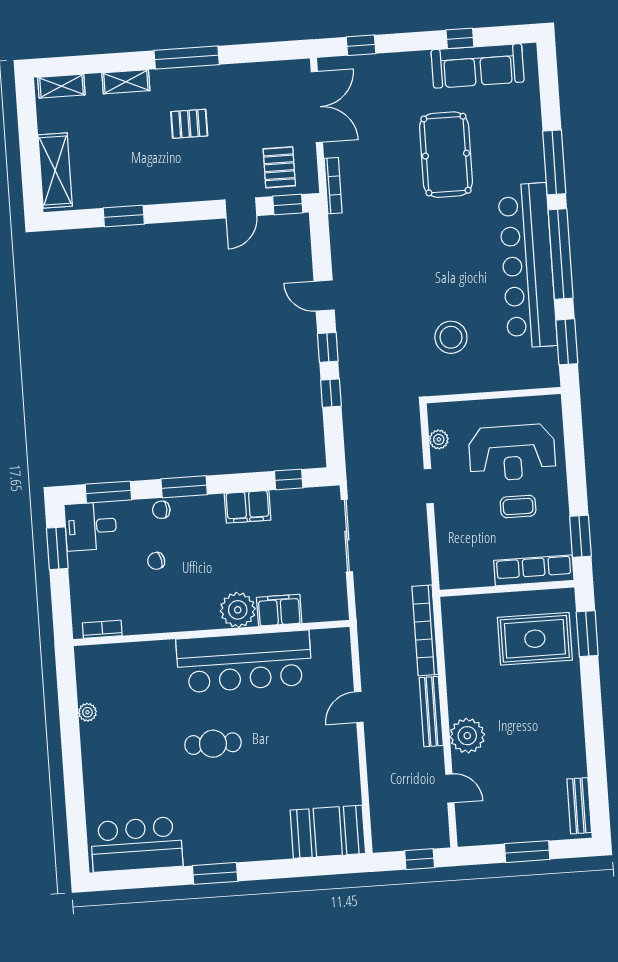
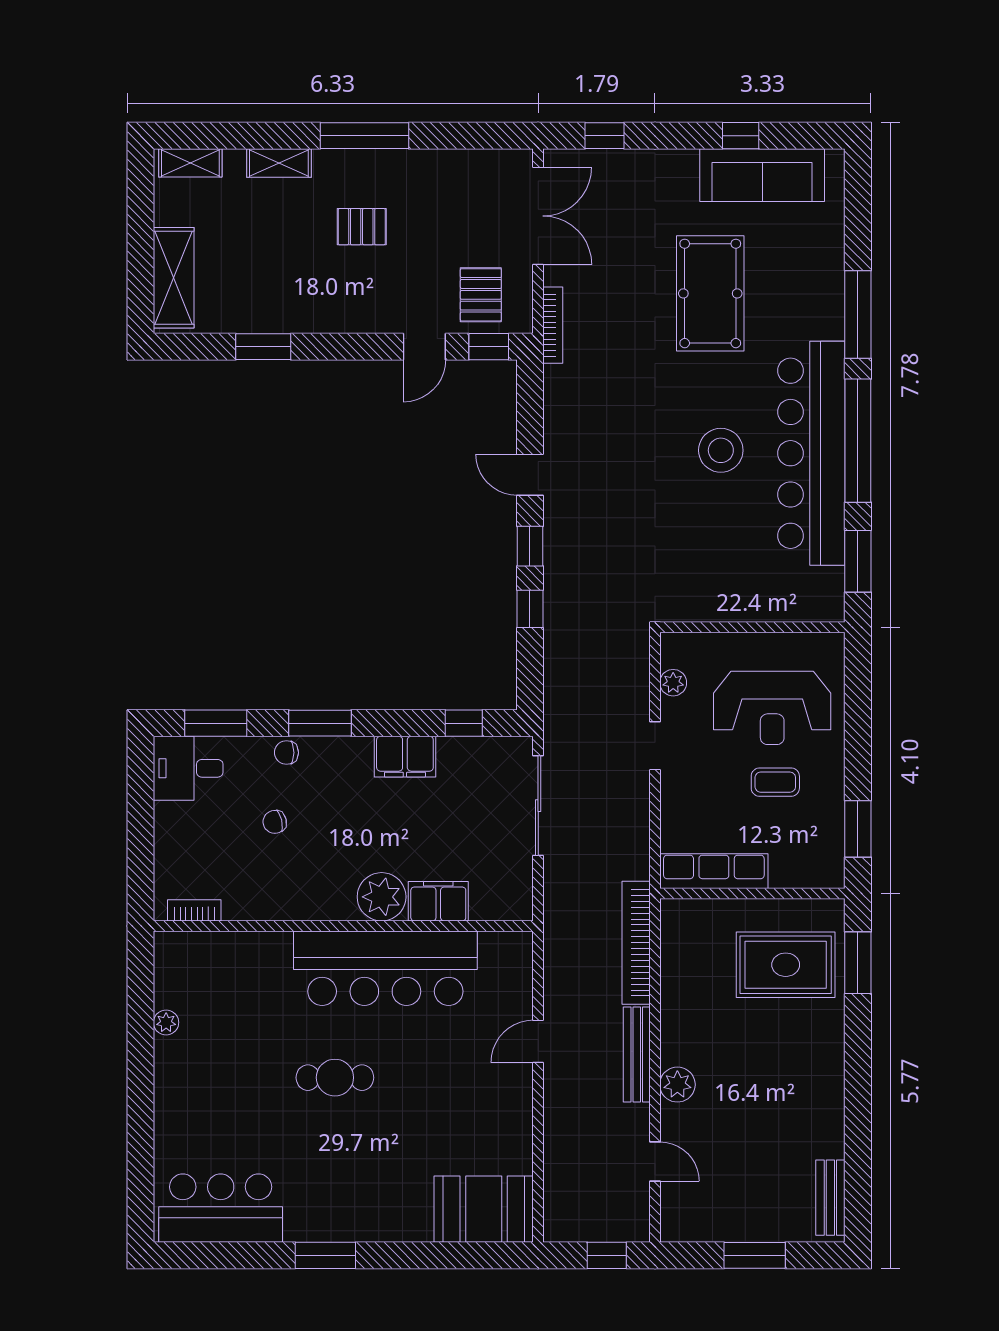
stool: (451, 337) -> (721, 450), moved
window: (57, 548) -> (141, 795), removed
row of seats: (534, 570) -> (714, 871), moved
plant: (467, 736) -> (677, 1085), width x0.73, depth x0.73

